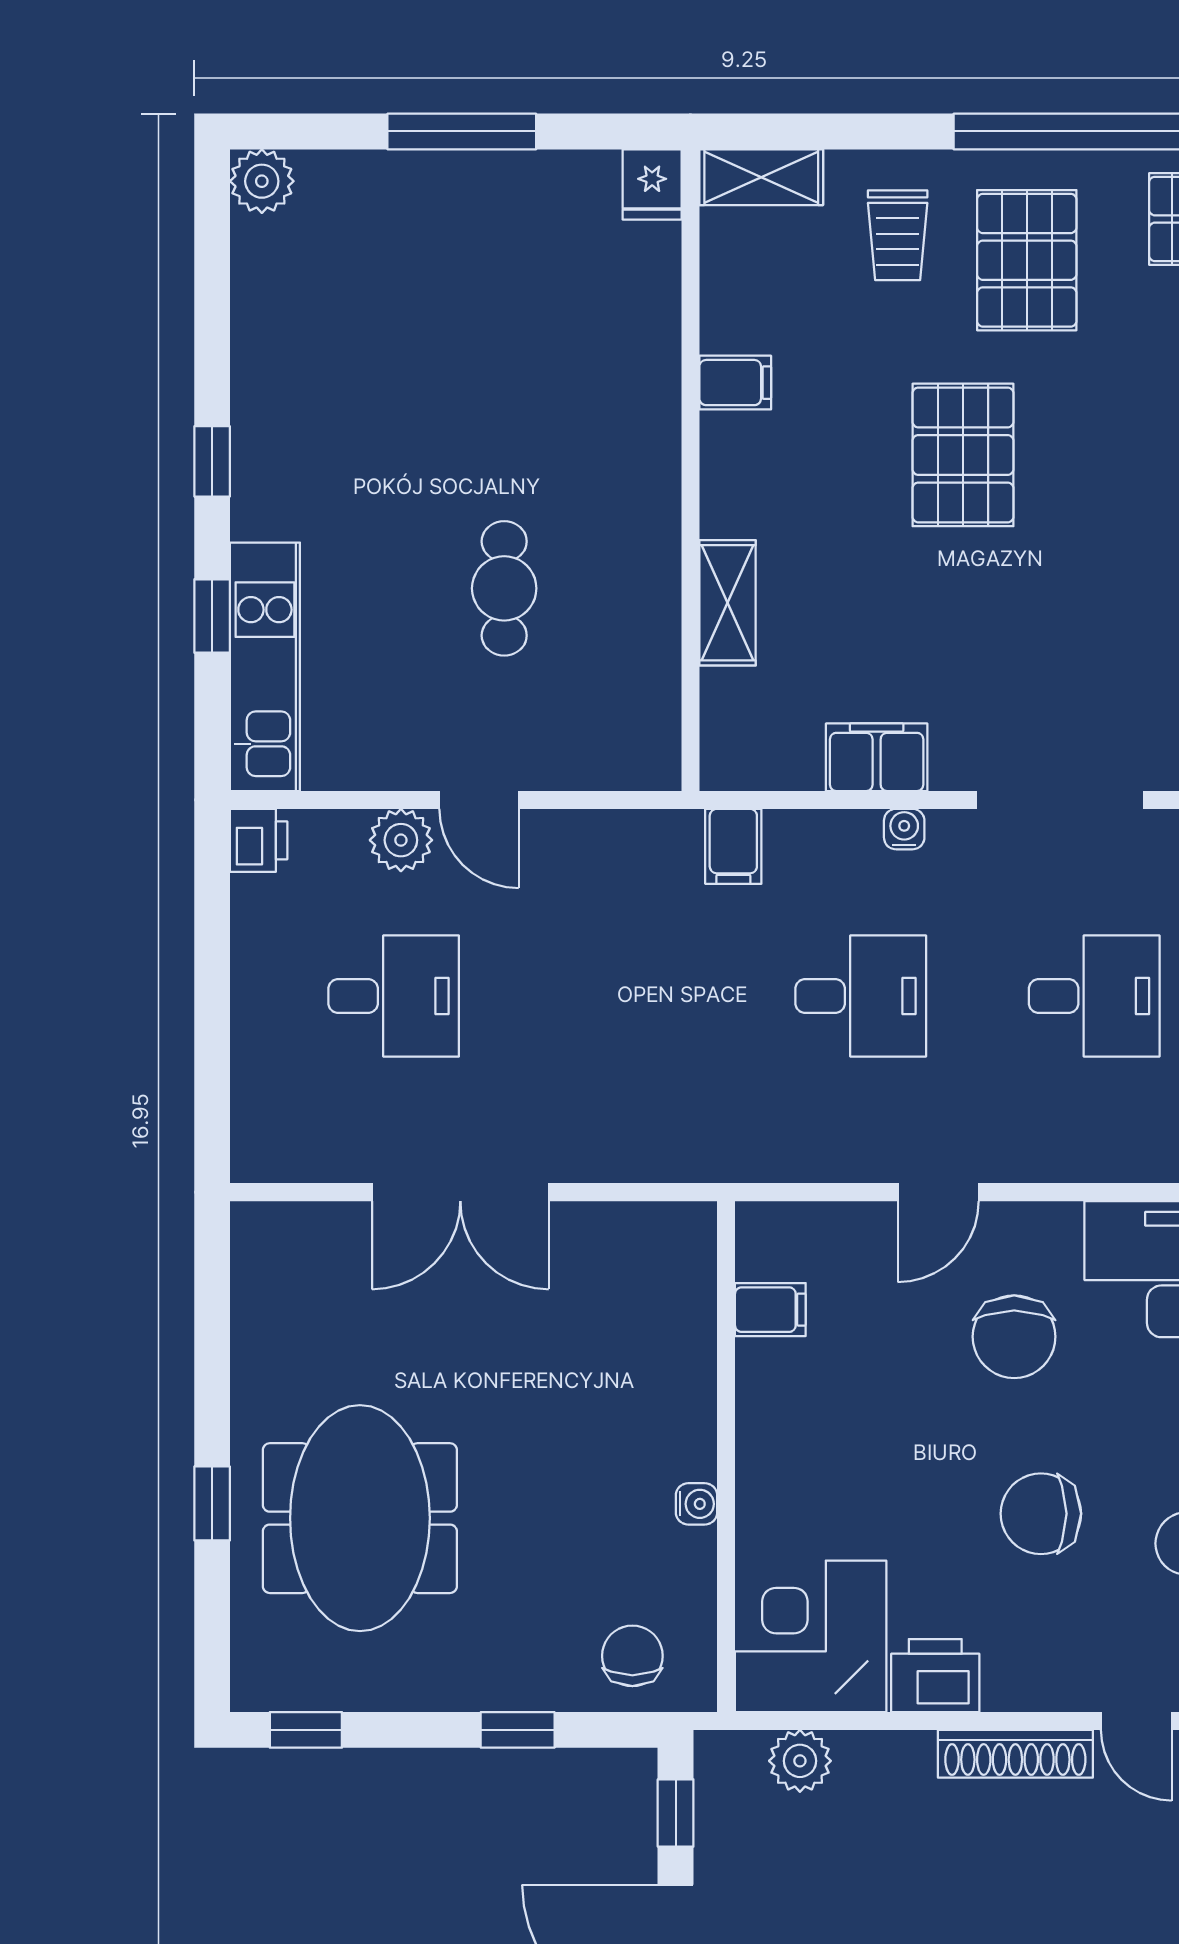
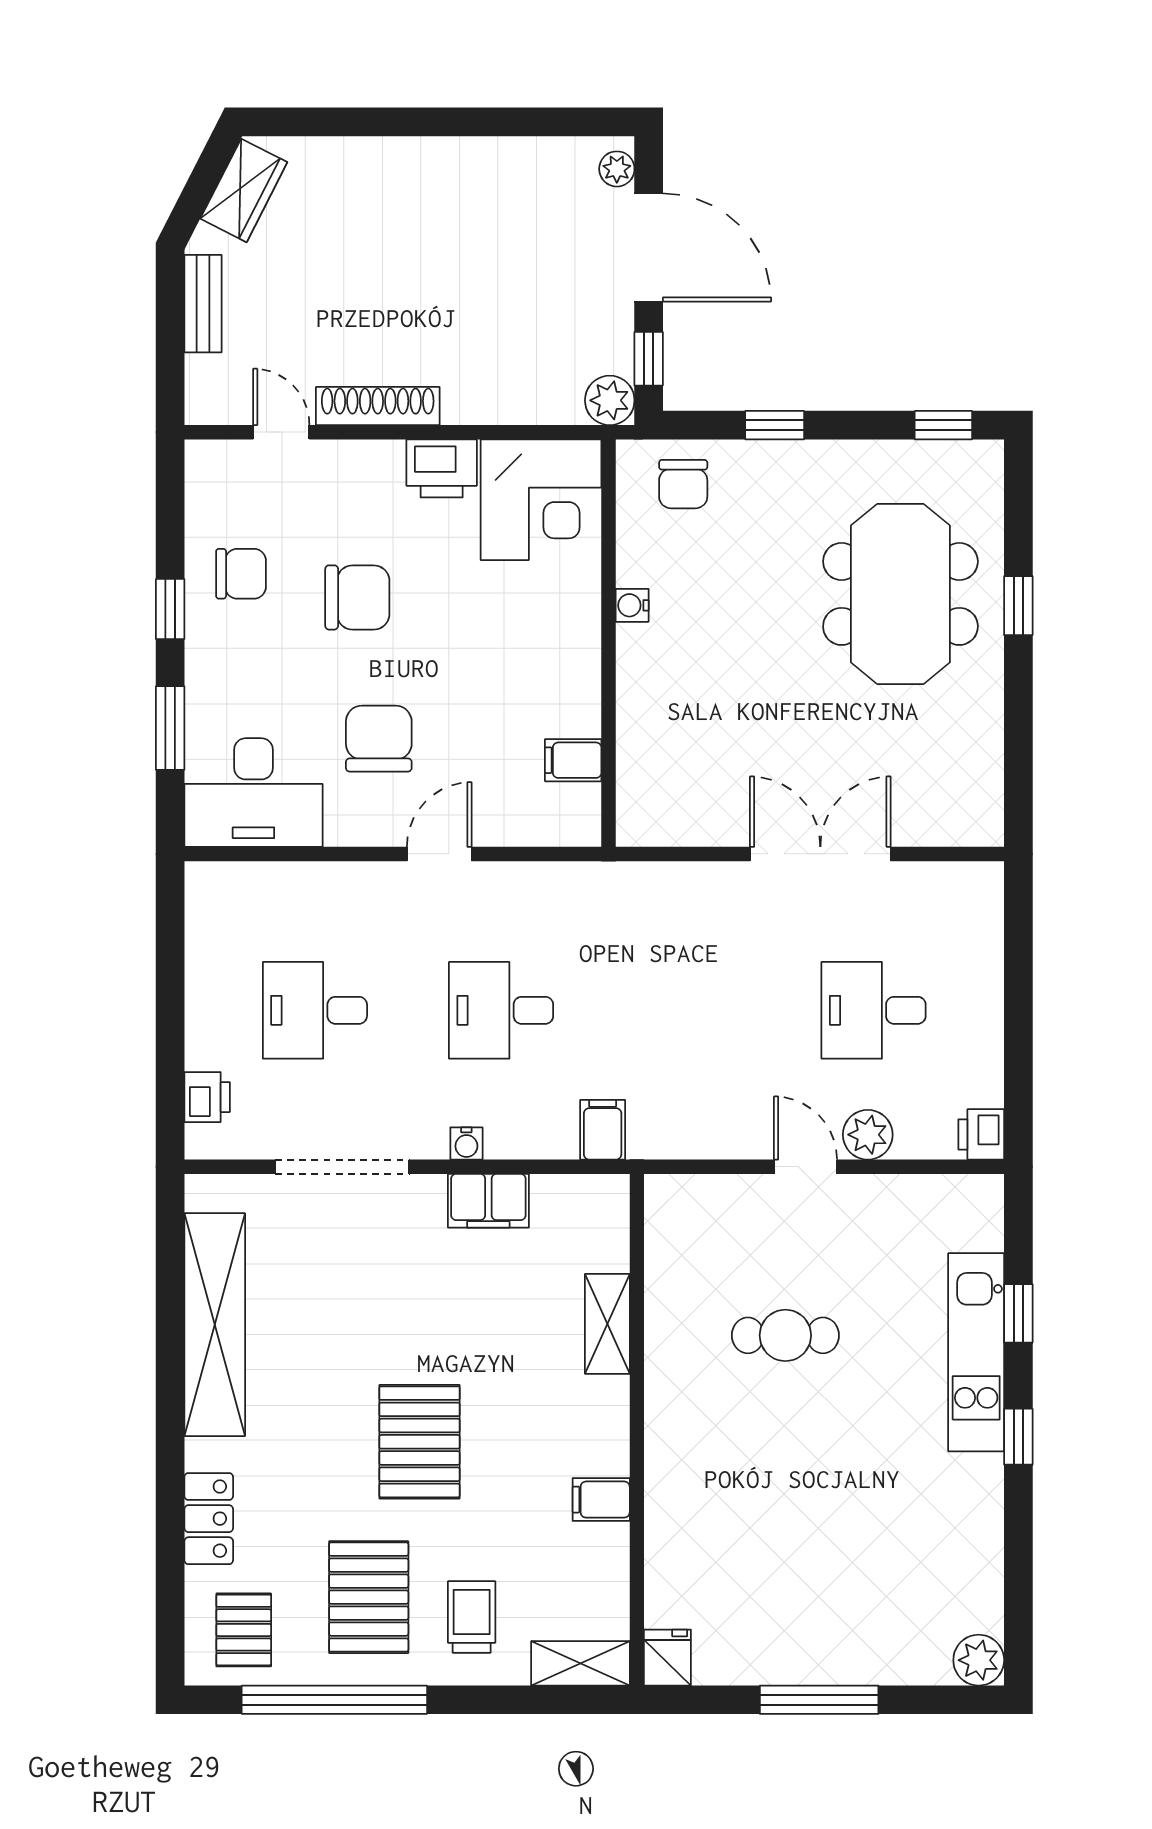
cafe table: (504, 588) -> (785, 1335), turned 90
kitchen unit: (265, 667) -> (976, 1352), moved
plant: (800, 1761) -> (610, 400), moved

